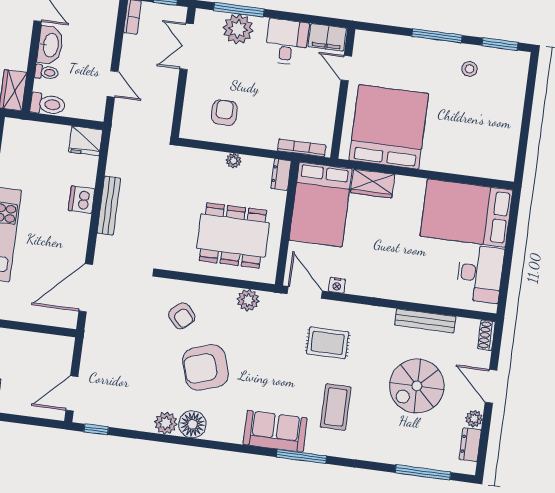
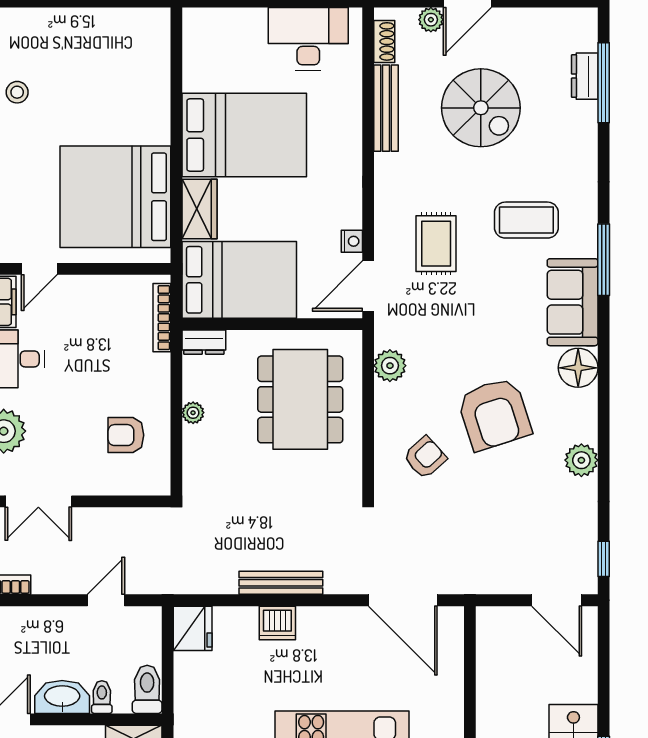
bed: (466, 213) -> (244, 135), moved, turned -90
shoe rack: (487, 335) -> (384, 41), moved, turned -90
plant: (474, 419) -> (431, 20), moved
floor lamp: (192, 424) -> (578, 368), moved
dresser: (470, 445) -> (585, 76), moved, turned 90

